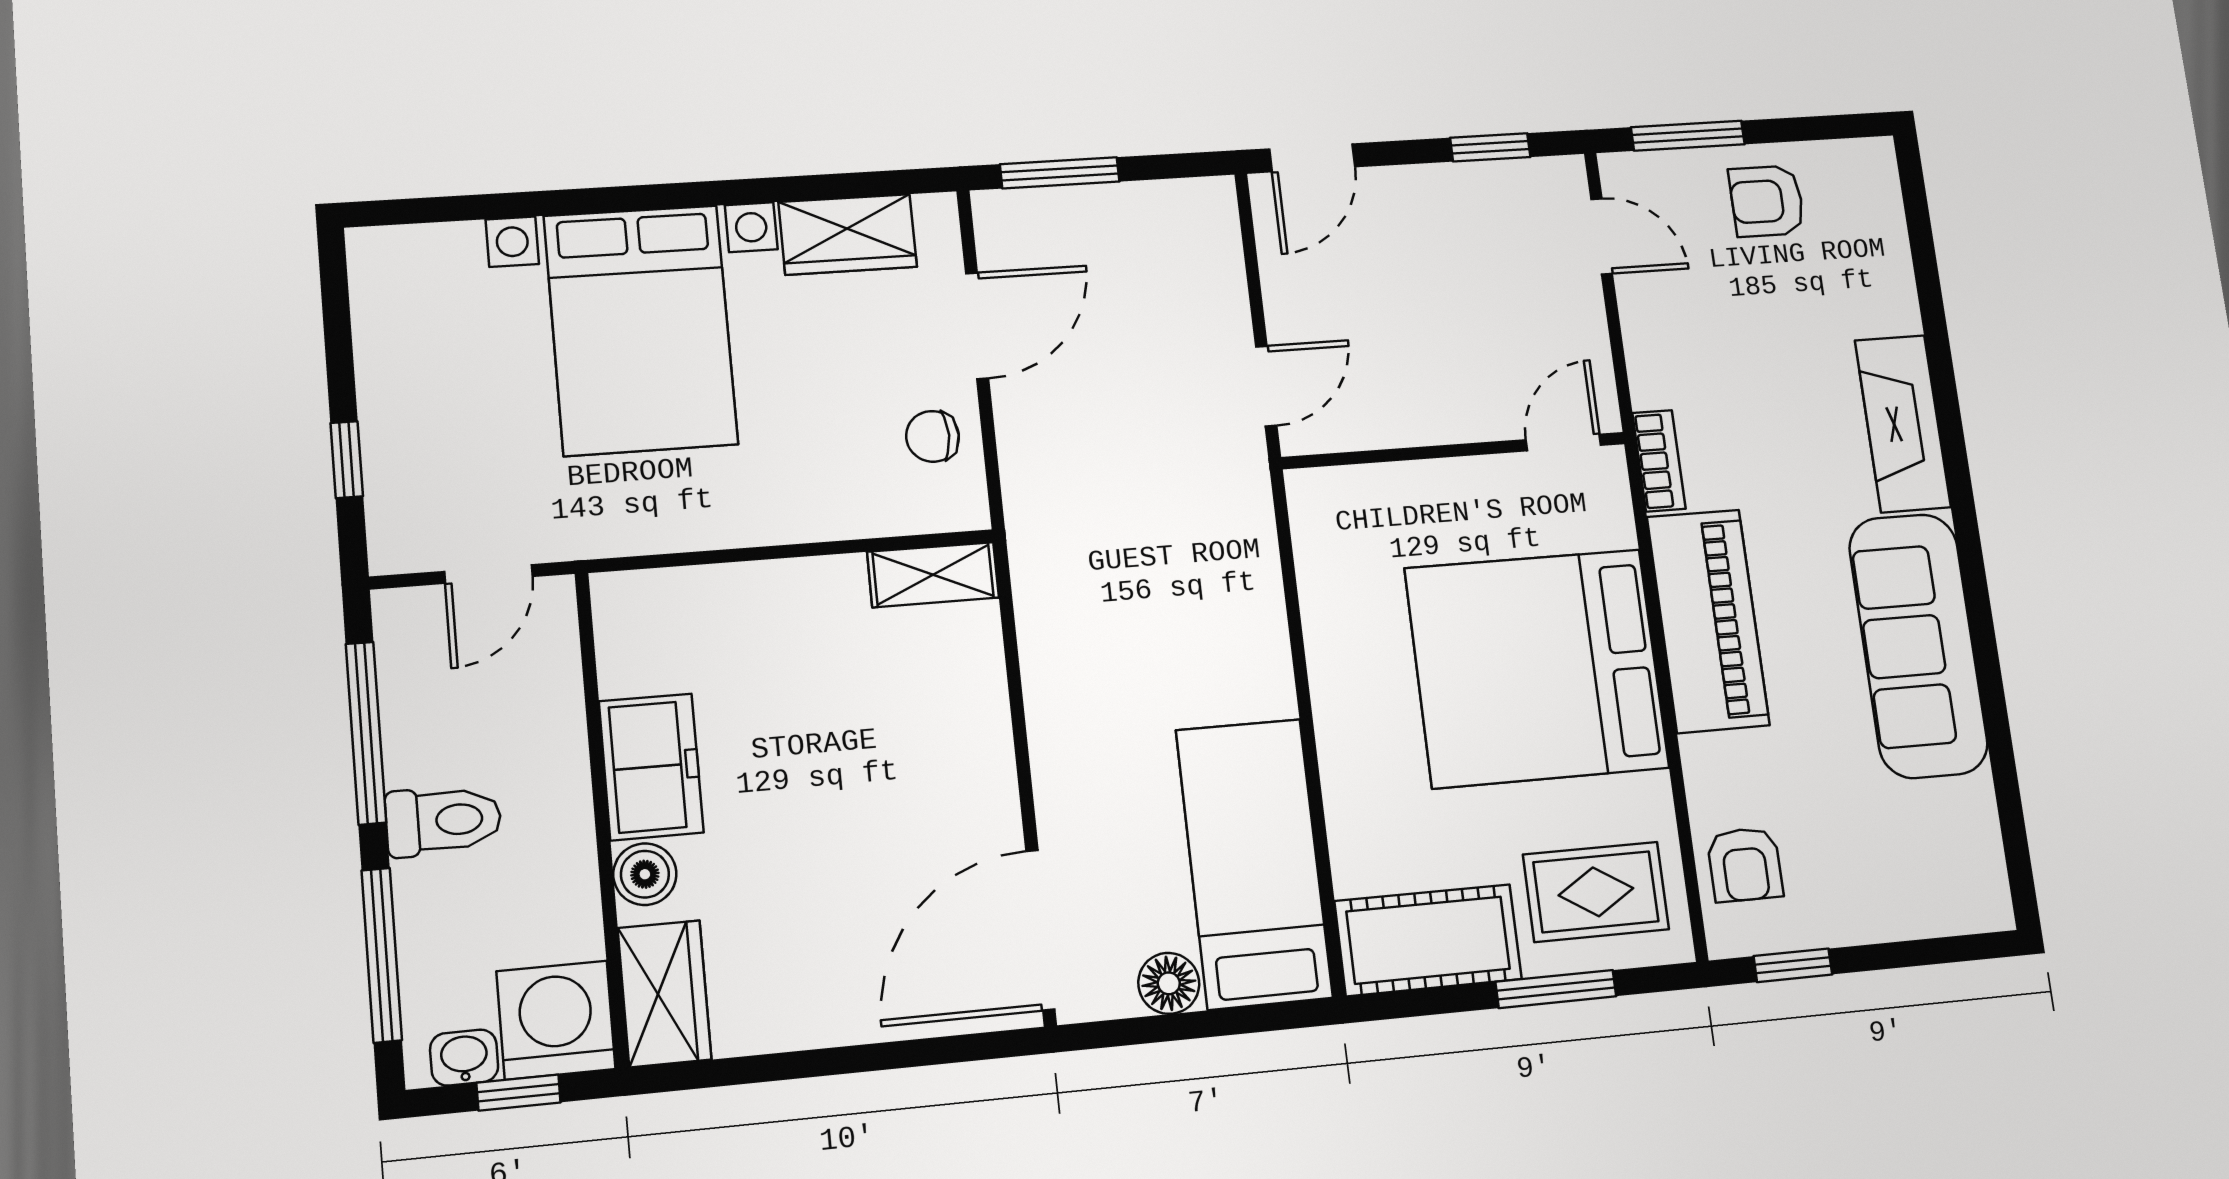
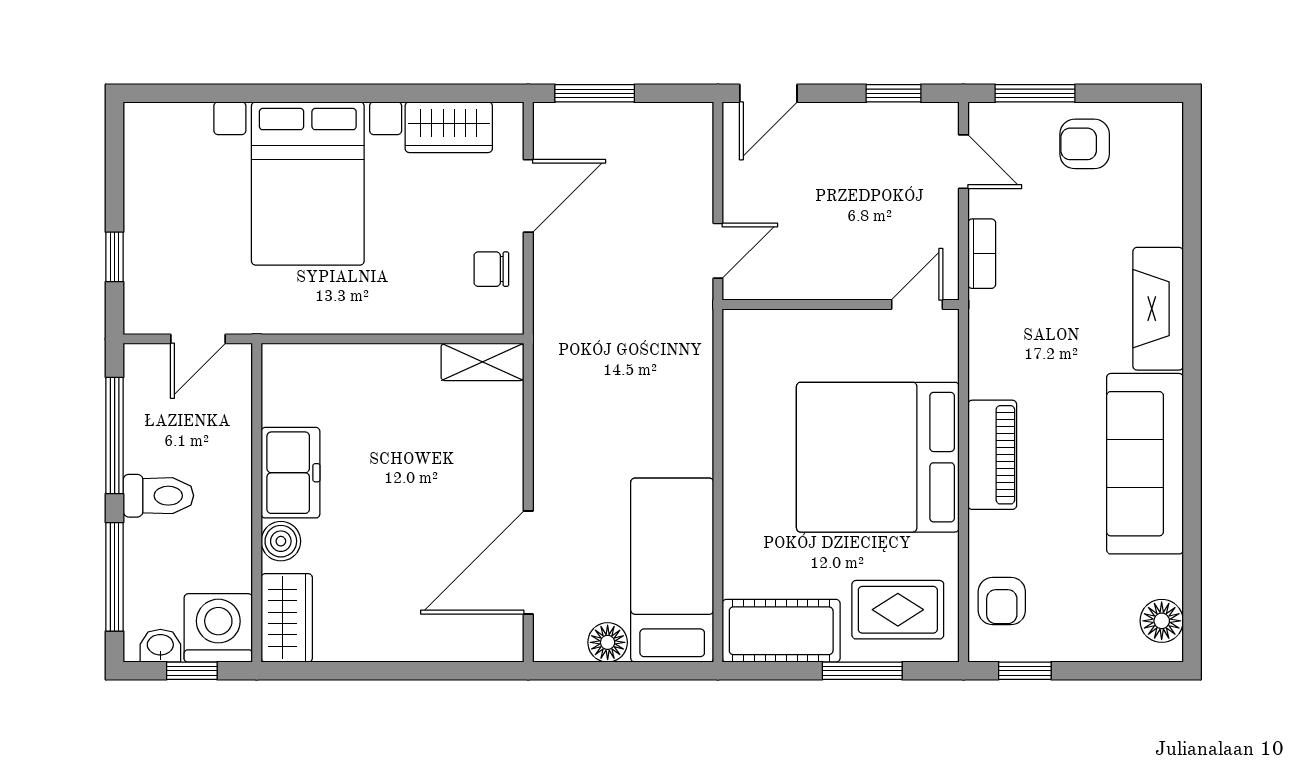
bookcase: (1659, 461) -> (982, 254), moved
piano: (1708, 621) -> (992, 455), width x0.73, depth x0.75
floor lamp: (1977, 872) -> (1162, 621), added
door: (1040, 930) -> (528, 562), moved

